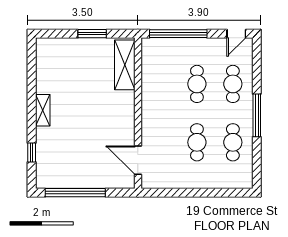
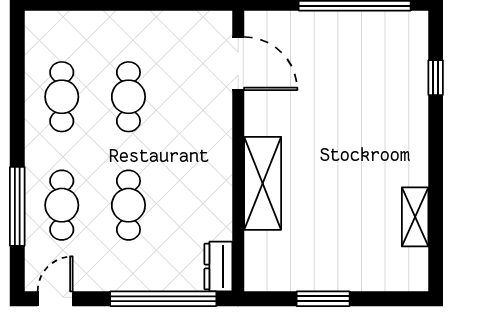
dresser: (149, 51) -> (218, 267), added
shelving: (125, 65) -> (263, 183), moved
shelving: (43, 110) -> (415, 217), moved
window: (257, 115) -> (17, 206), moved

